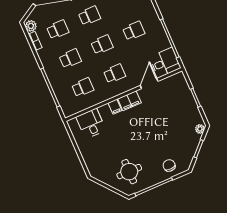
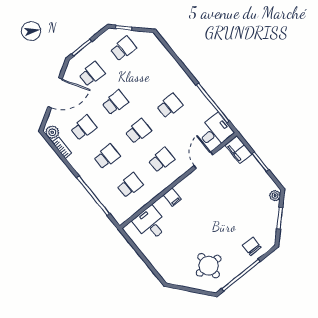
filing cabinet: (129, 101) -> (239, 150), moved, turned 90

